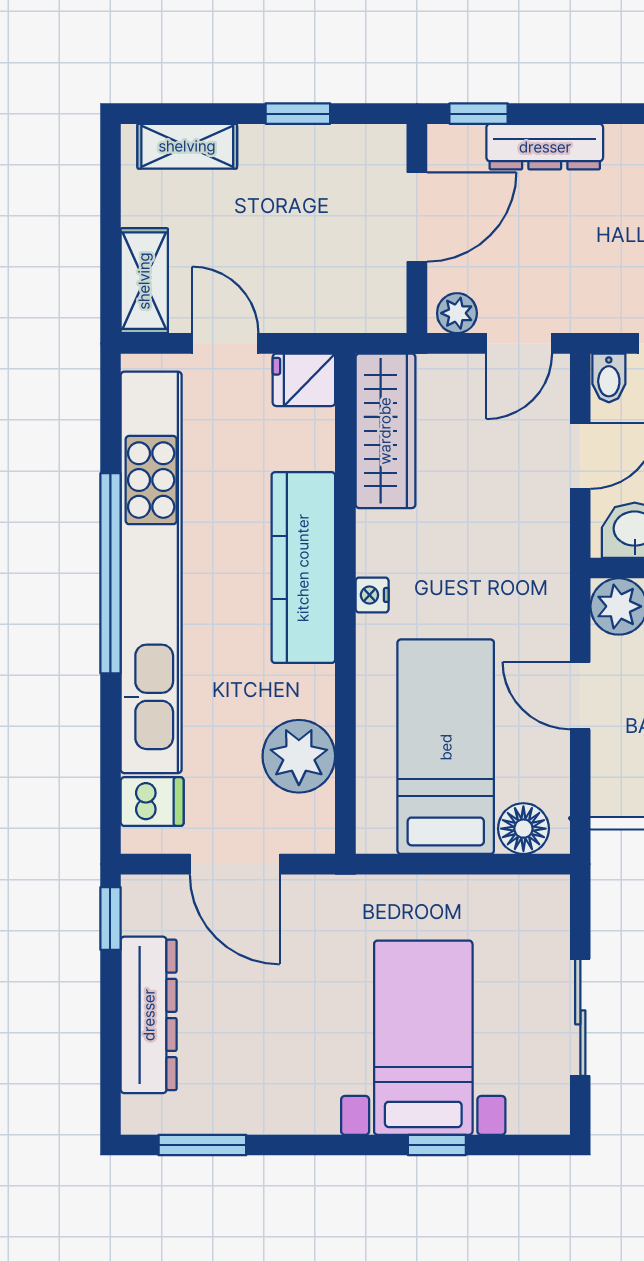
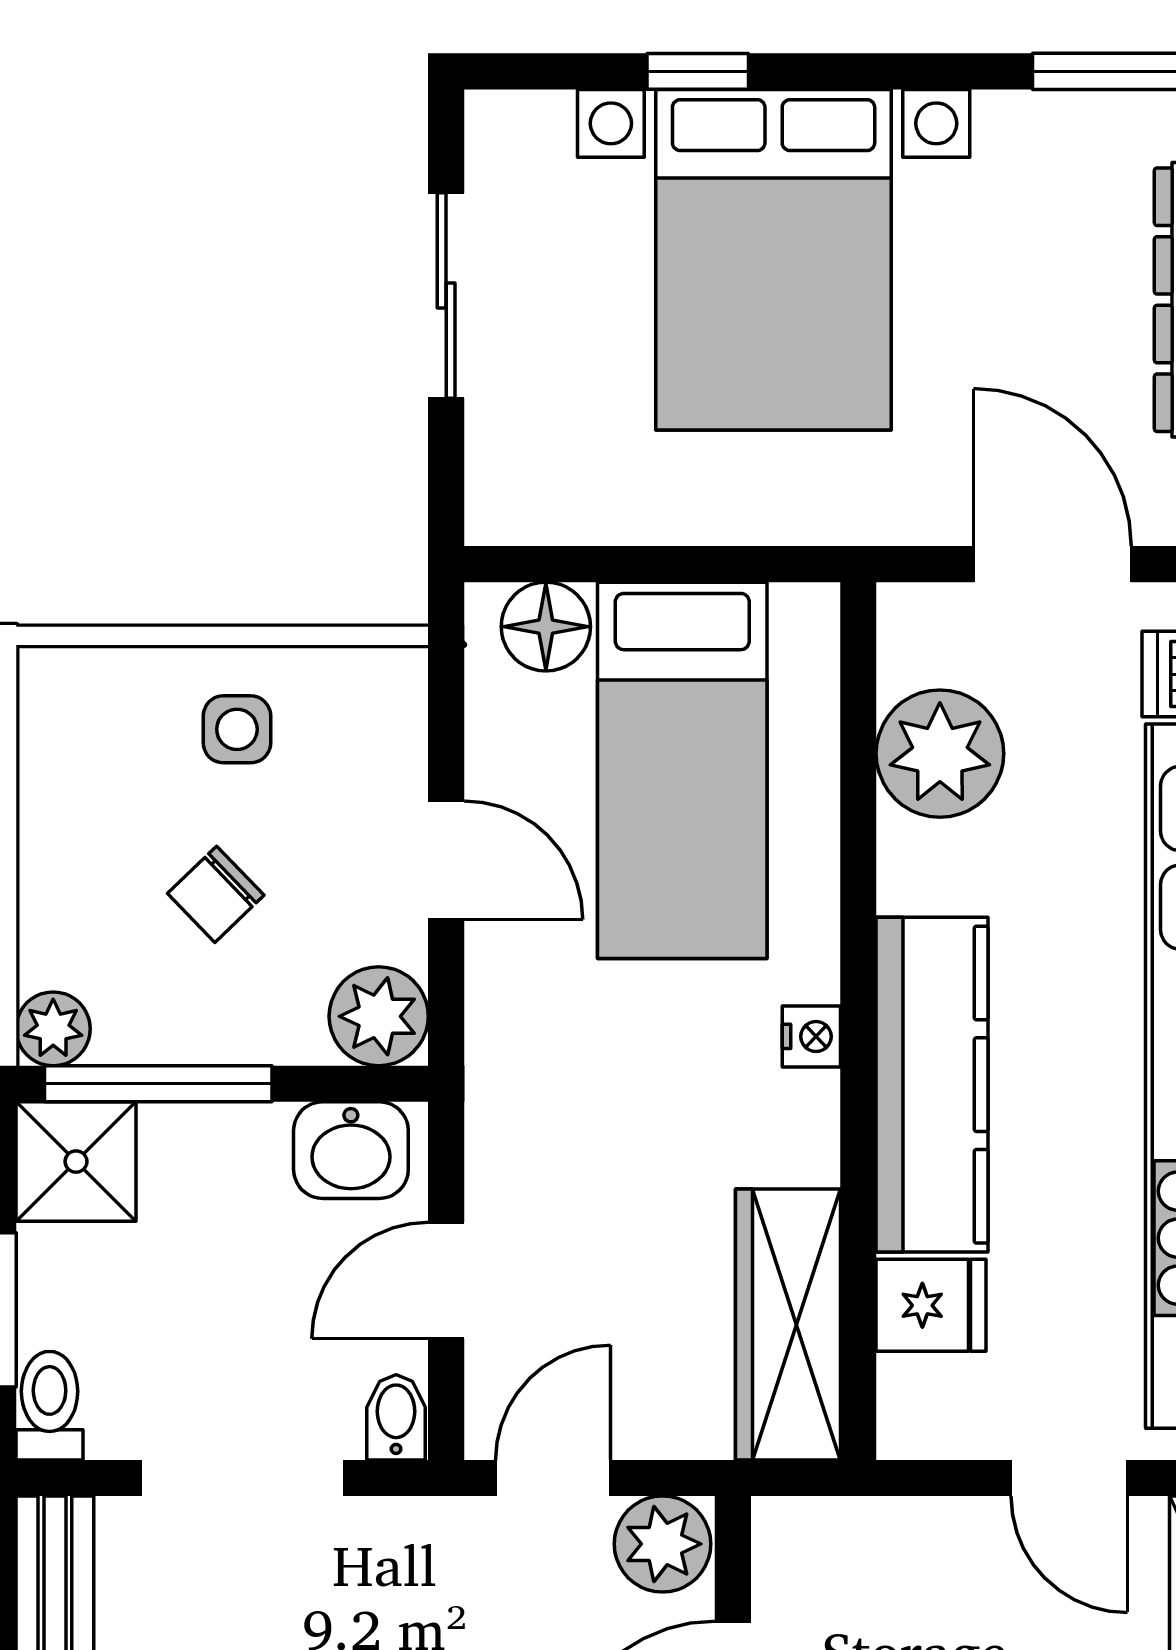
plant: (457, 313) -> (662, 1544), width x1.38, depth x1.38
fridge: (304, 380) -> (931, 1305), moved
bed with nightstands: (423, 1038) -> (774, 260), width x1.36

